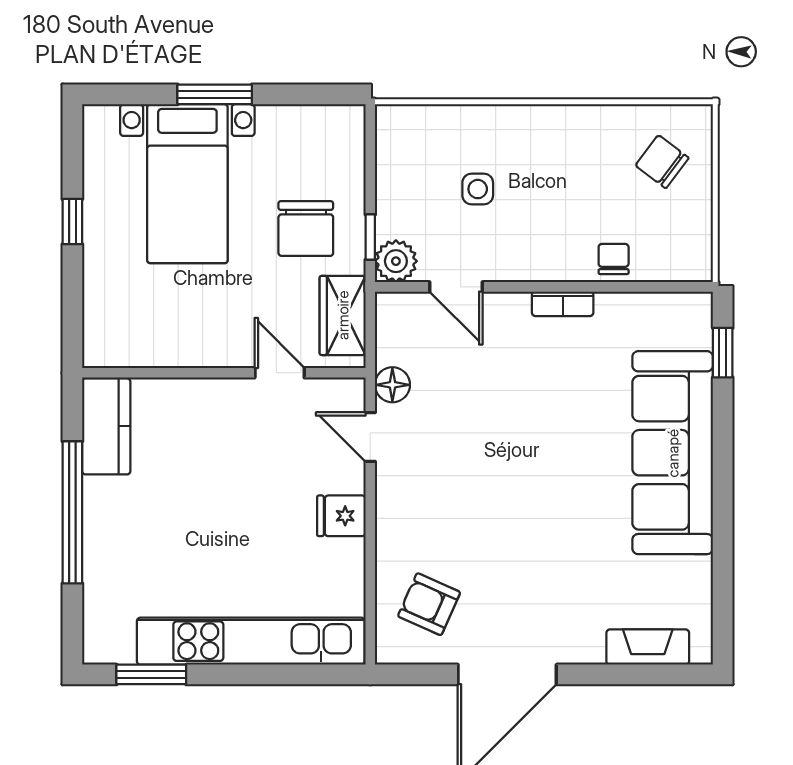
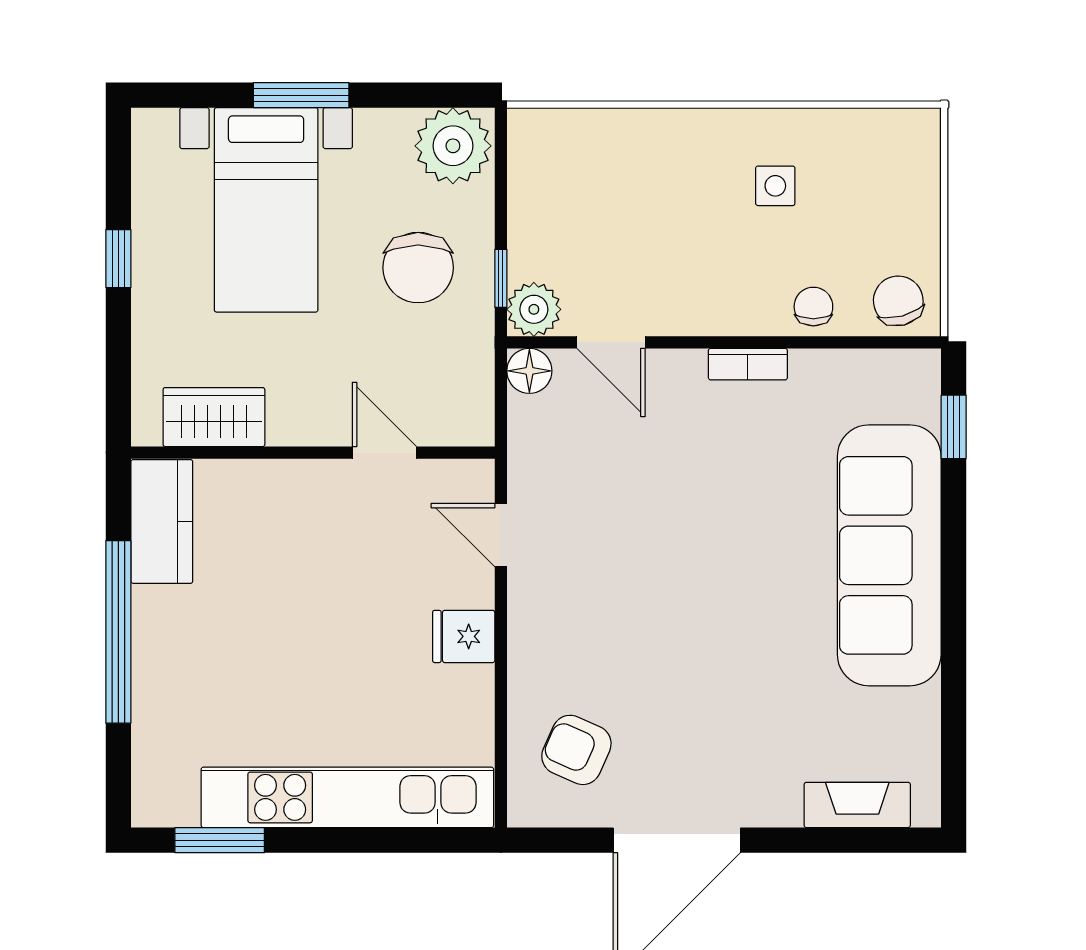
plant: (333, 134) -> (453, 146), added
chair: (662, 162) -> (898, 301), moved, turned 38
side table: (478, 189) -> (775, 186), moved
wardrobe: (343, 315) -> (214, 417), moved, turned 90
floor lamp: (392, 385) -> (529, 371), moved

